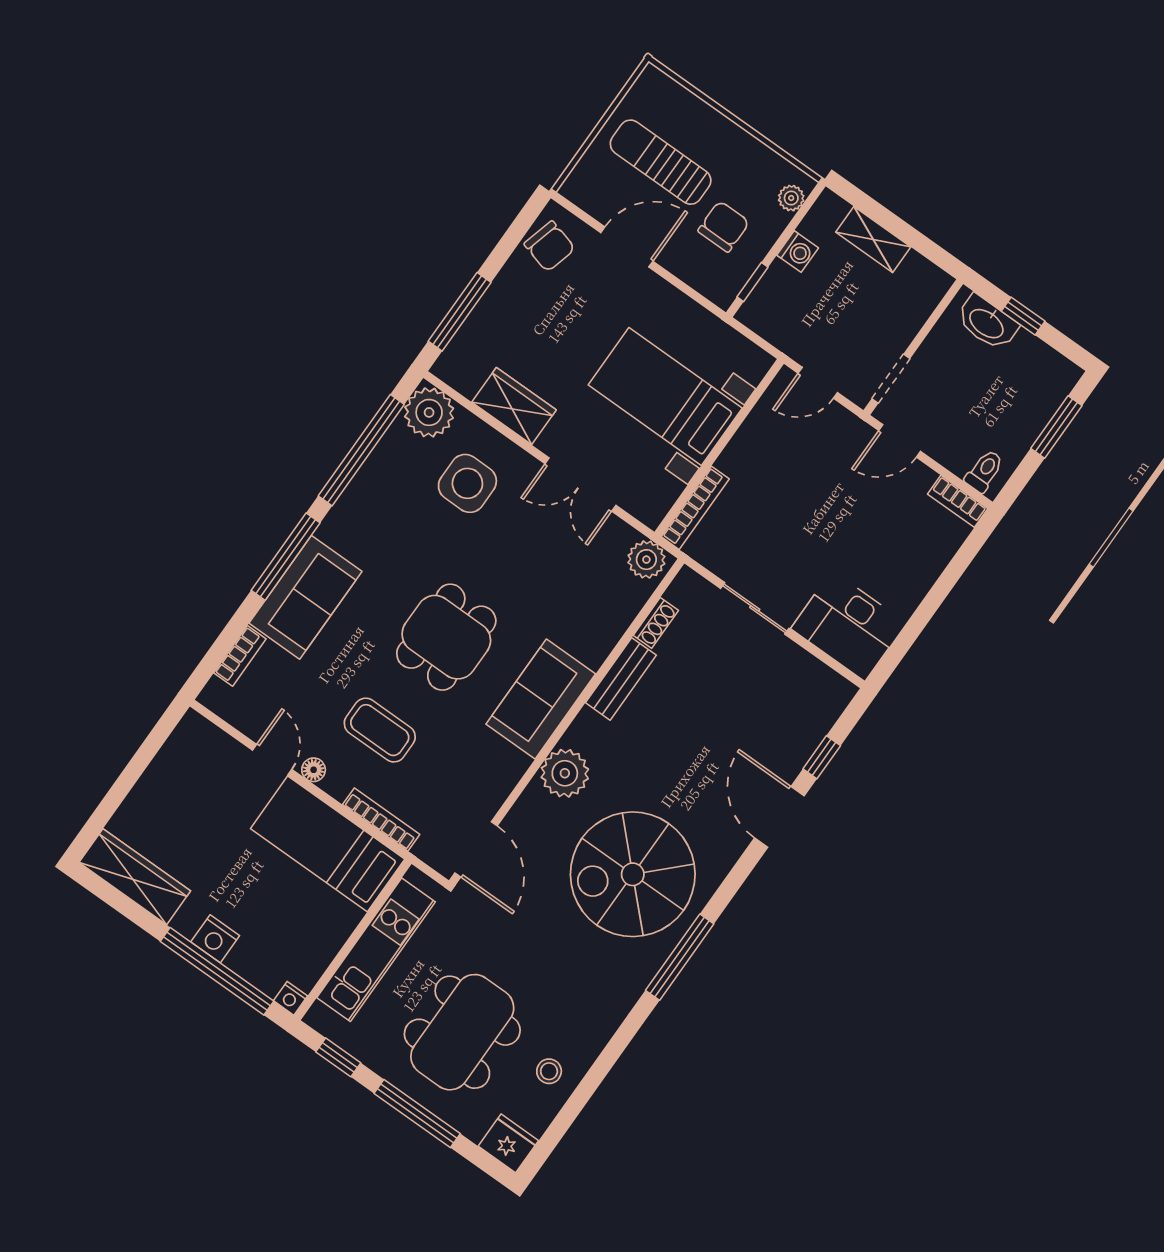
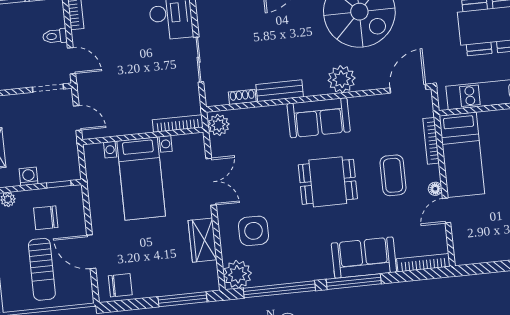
chair: (550, 246) -> (120, 285), turned 75
toilet: (984, 471) -> (55, 36), moved
bookcase: (240, 656) -> (423, 263), width x1.56

